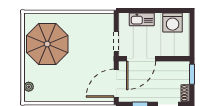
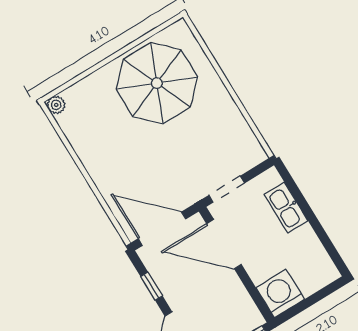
washing machine: (173, 23) -> (280, 294), moved, turned 90
plant: (29, 87) -> (56, 105), moved

